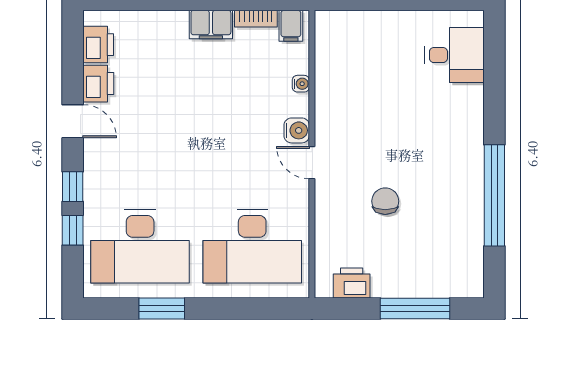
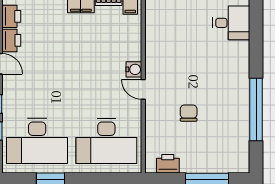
water cooler: (301, 84) -> (136, 41), removed

